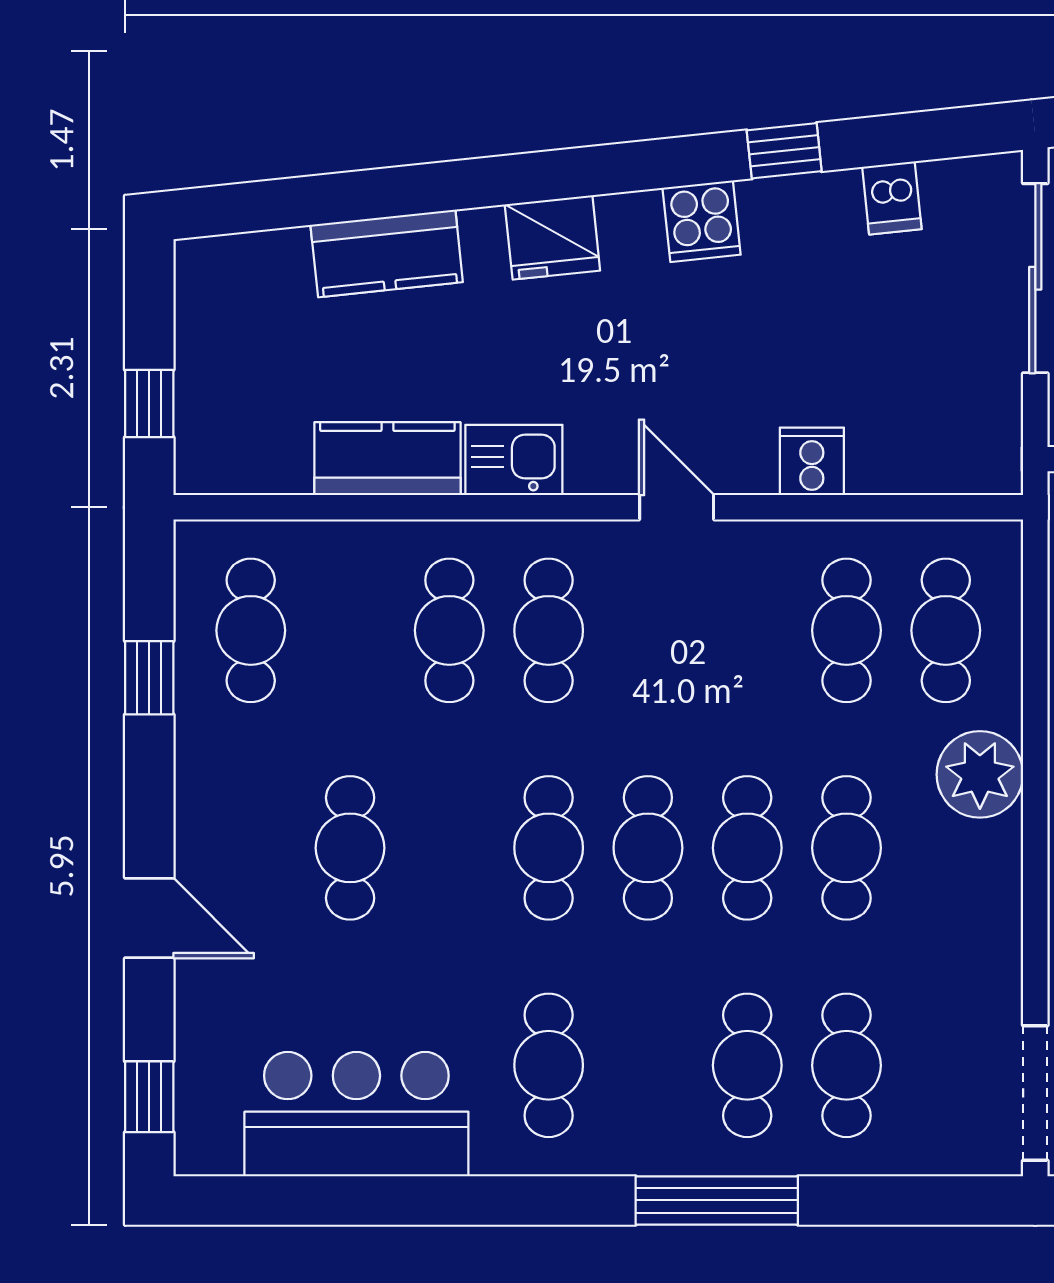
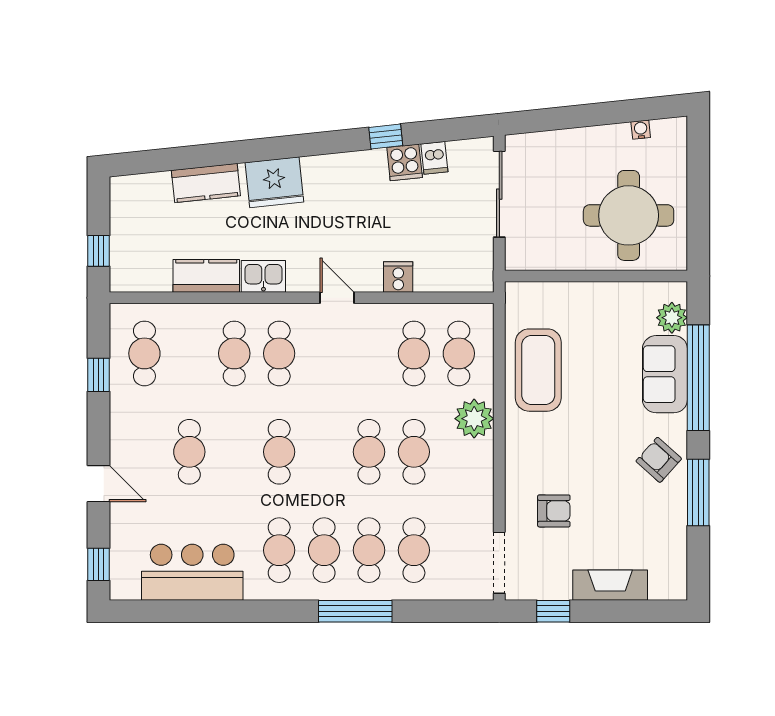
cooker: (702, 221) -> (405, 162), moved
fridge: (552, 237) -> (274, 182), width x1.36, depth x1.34
cafe table: (648, 848) -> (324, 550), moved

